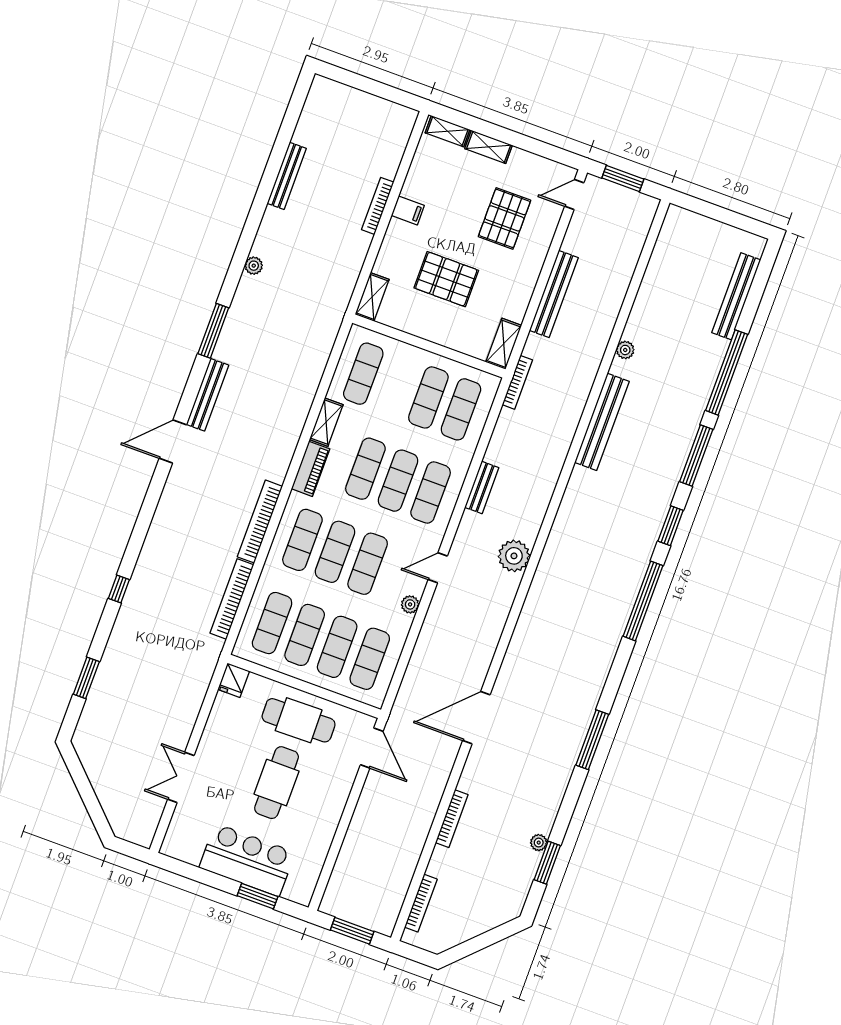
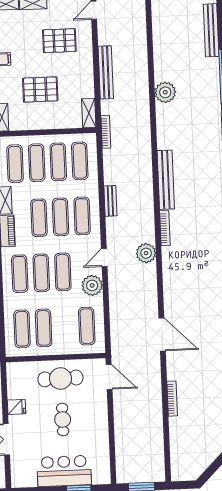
pallet: (505, 218) -> (59, 41), turned 90
plant: (625, 350) -> (165, 92), width x1.87, depth x1.87
bench: (602, 422) -> (166, 180), moved
plant: (514, 556) -> (146, 253), moved
plant: (410, 604) -> (92, 285), width x1.87, depth x1.87
exercise mat: (337, 647) -> (37, 163), moved
fridge: (234, 680) -> (17, 407), moved, turned -90
door: (476, 718) -> (162, 335), swing flipped
cafe table: (277, 783) -> (63, 420), width x0.73, depth x0.74
bookcase: (421, 903) -> (165, 228), moved

